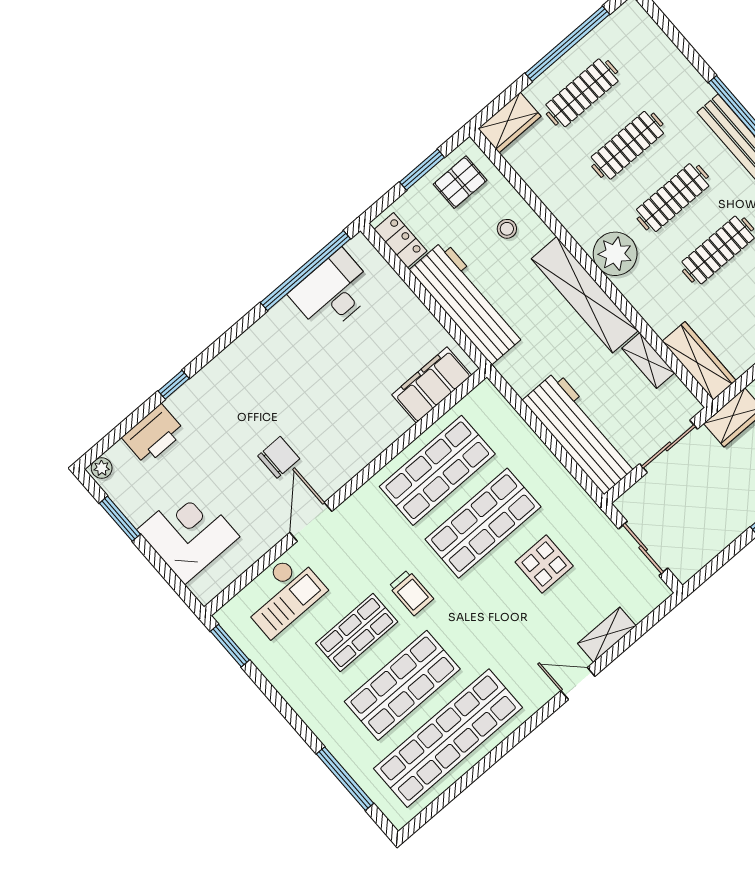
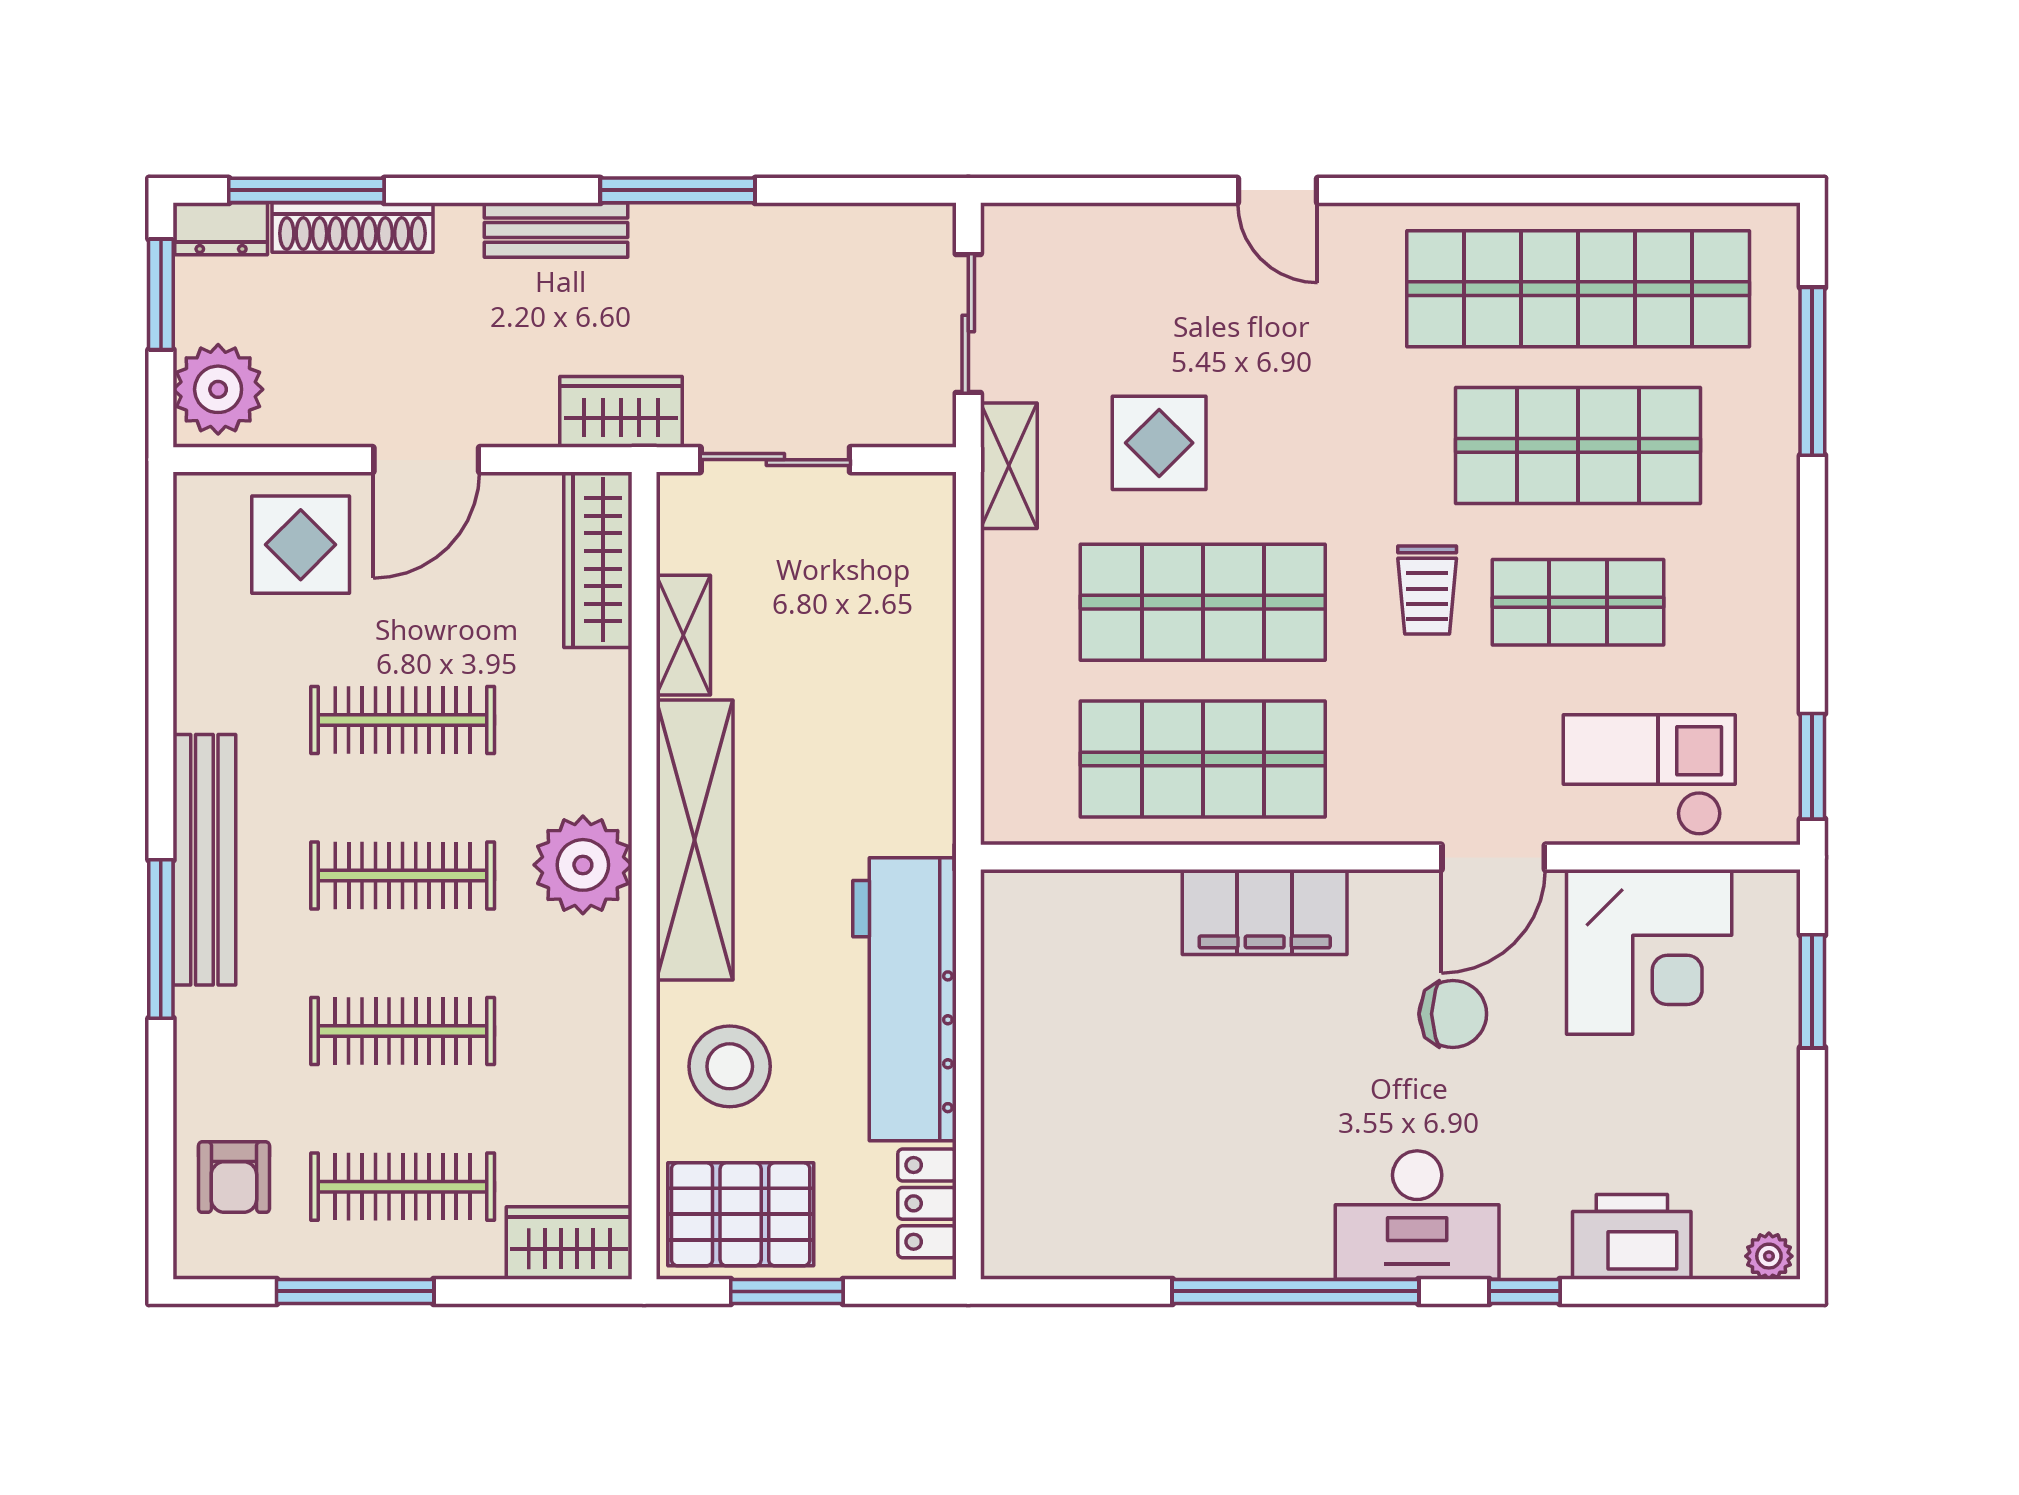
window: (567, 44) -> (355, 1291), width x0.68
armchair: (642, 47) -> (234, 1177), added
pallet: (460, 182) -> (741, 1214), width x1.50, depth x1.42
stool: (507, 229) -> (730, 1066), width x1.89, depth x1.89
window: (305, 271) -> (1295, 1291), moved
desk: (333, 292) -> (1417, 1215), moved
filing cabinet: (432, 385) -> (1265, 912), moved
workbench: (580, 433) -> (905, 613), removed
chair: (279, 457) -> (1453, 1014), turned 180
window: (120, 519) -> (1812, 991), moved
corner desk: (188, 533) -> (1649, 952), moved, turned -90
trolley: (411, 593) -> (1427, 590), turned 180
shelving: (607, 635) -> (1009, 466), moved, turned 90

